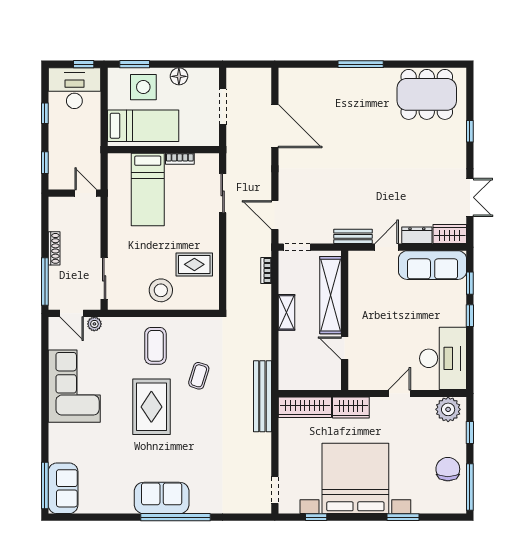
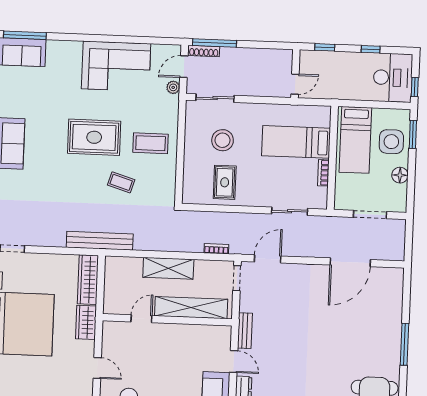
shoe rack: (54, 248) -> (204, 51), moved
stool: (161, 290) -> (223, 140), moved
shelving: (286, 312) -> (168, 268), width x1.50, depth x1.33

